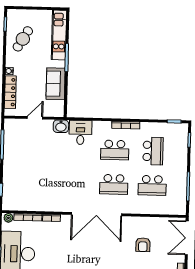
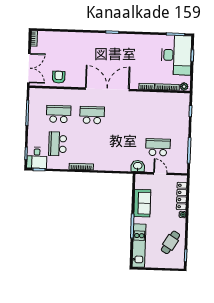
door: (35, 118) -> (160, 174), swing flipped
desk: (80, 132) -> (37, 158), moved
school desk: (115, 150) -> (158, 147), moved
armchair: (143, 245) -> (59, 77), moved

